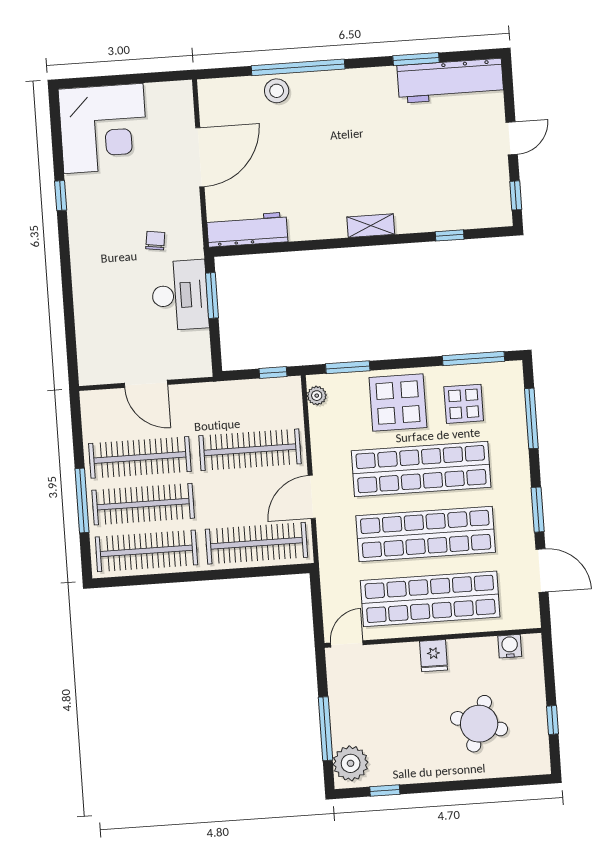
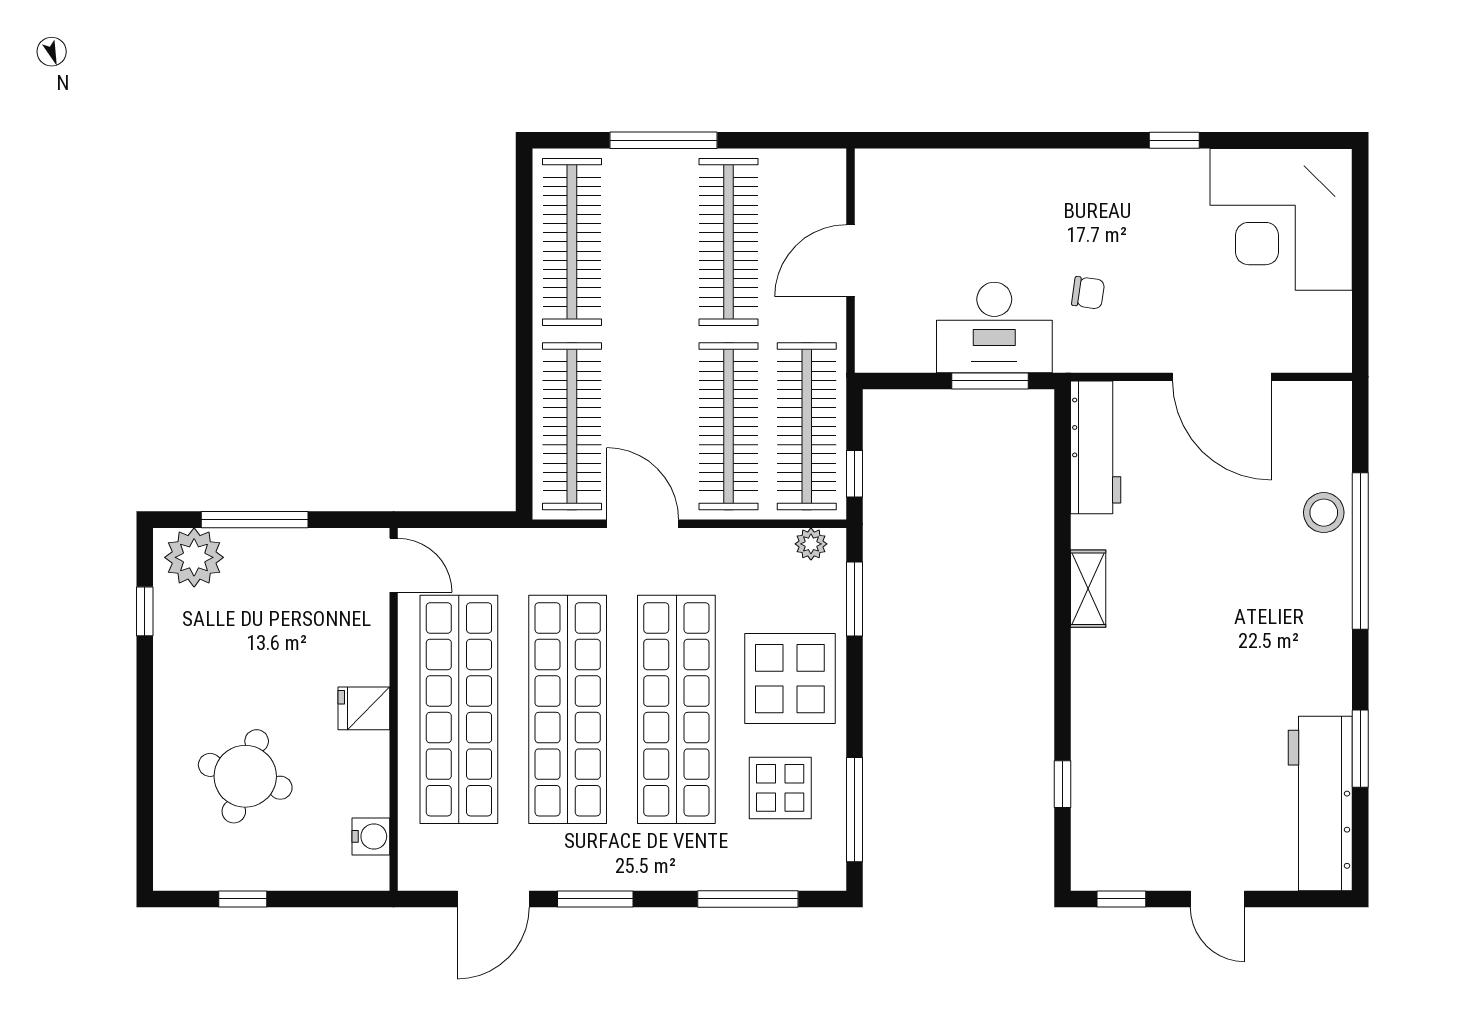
shelving: (371, 226) -> (1088, 589), moved
clothes rail: (143, 504) -> (807, 426), moved

